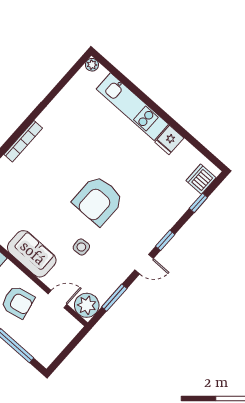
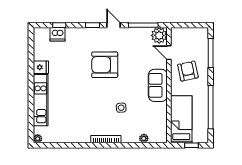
dishwasher: (201, 179) -> (57, 34), moved
armchair: (98, 200) -> (105, 65), moved, turned 180
side table: (81, 247) -> (121, 108), moved
window: (114, 298) -> (143, 25), width x1.44

